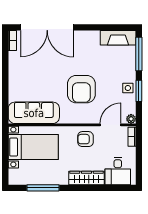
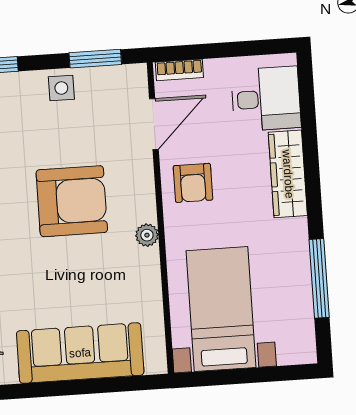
window: (139, 91) -> (95, 59), moved
sofa: (34, 113) -> (80, 353), moved, turned 90
plant: (131, 119) -> (147, 235), moved
door: (111, 125) -> (154, 124), swing flipped

